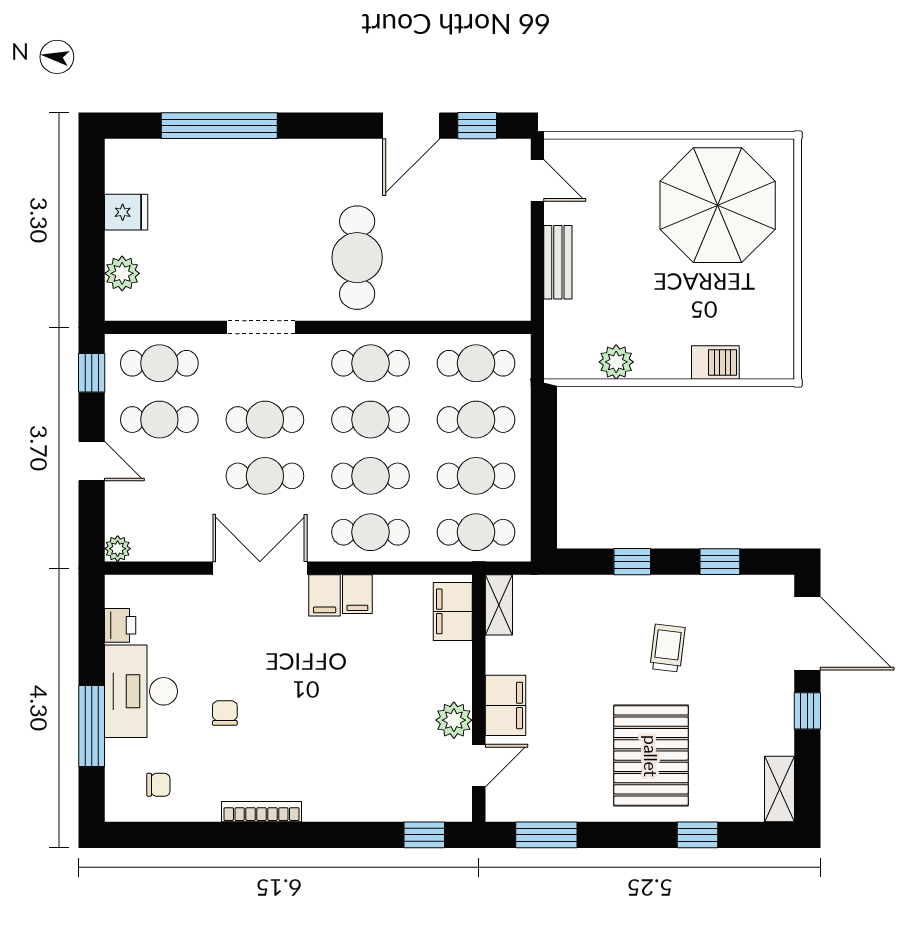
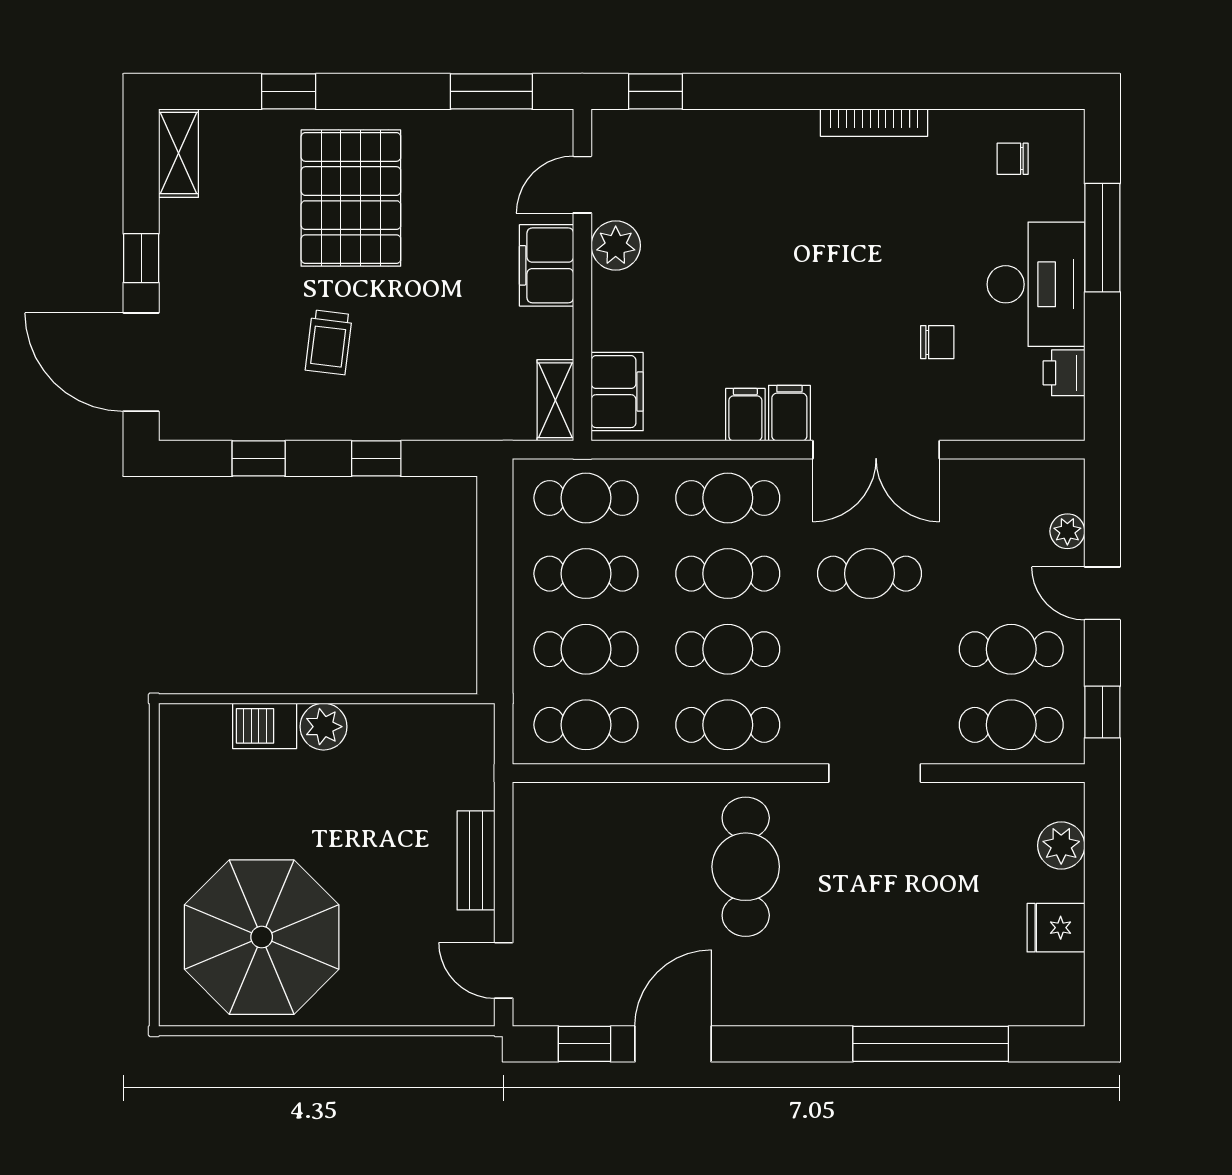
plant: (616, 362) -> (323, 727), moved
cafe table: (265, 420) -> (869, 649), removed
plant: (118, 549) -> (1067, 531), moved
chair: (225, 713) -> (937, 342), moved, turned -90

